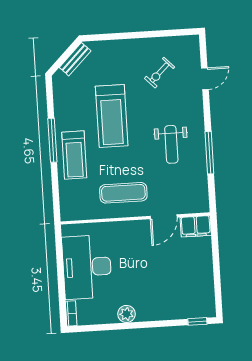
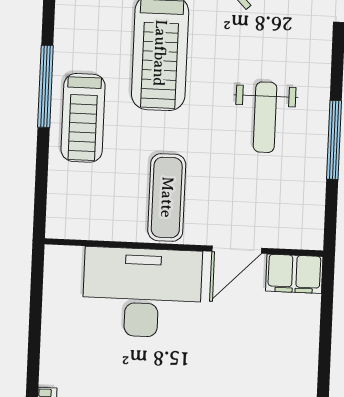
exercise mat: (123, 193) -> (167, 197), turned 90
desk: (87, 267) -> (142, 293), moved, turned 90

